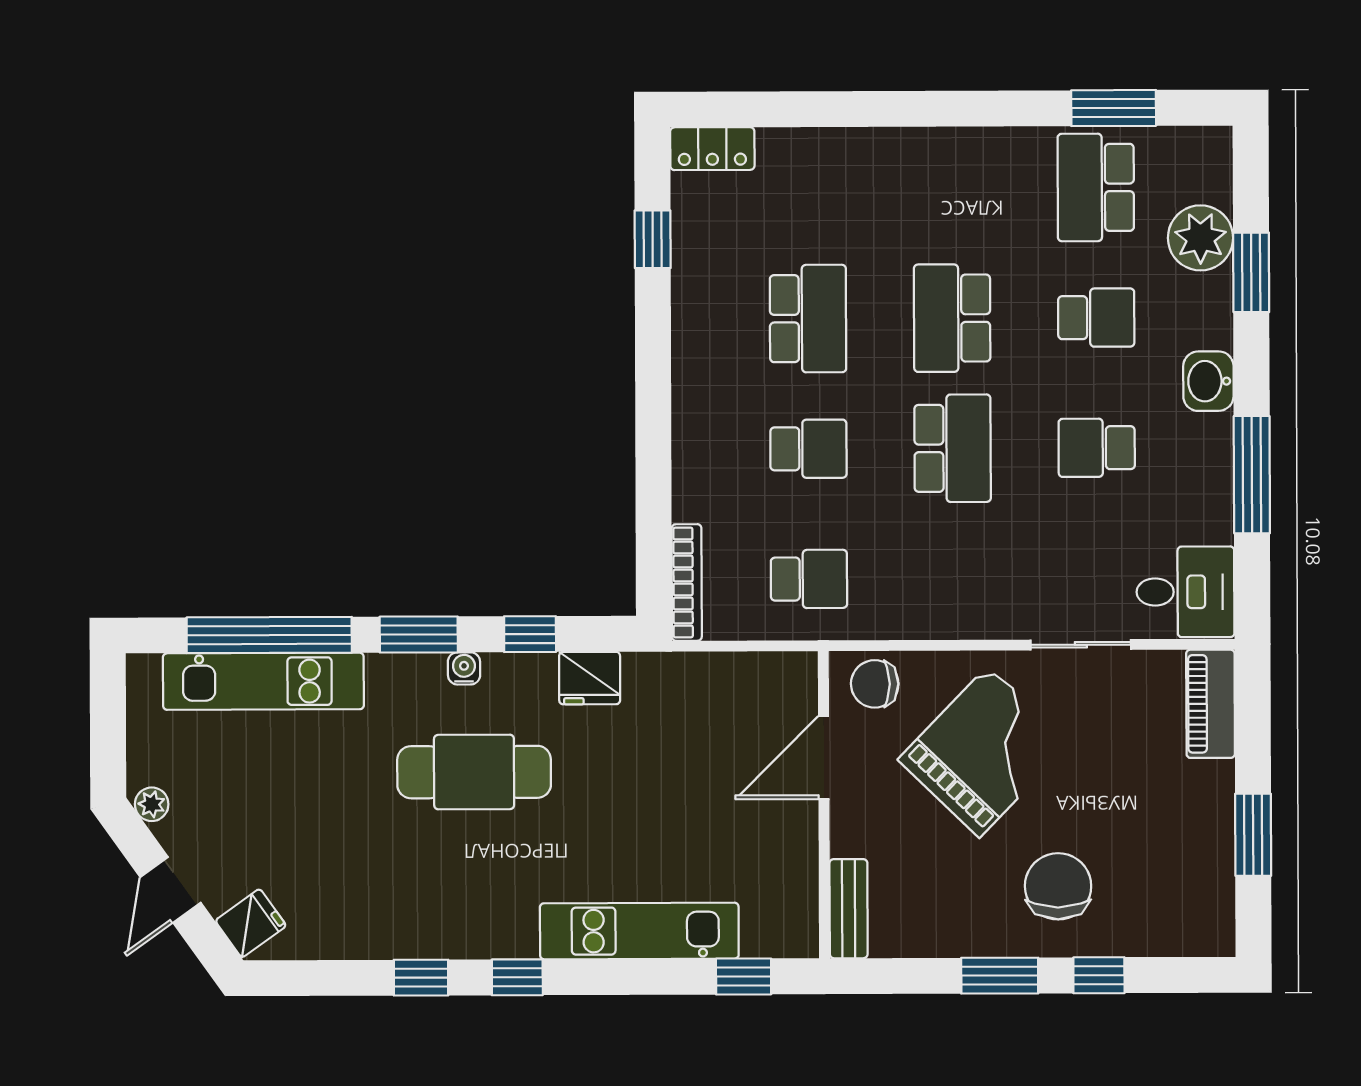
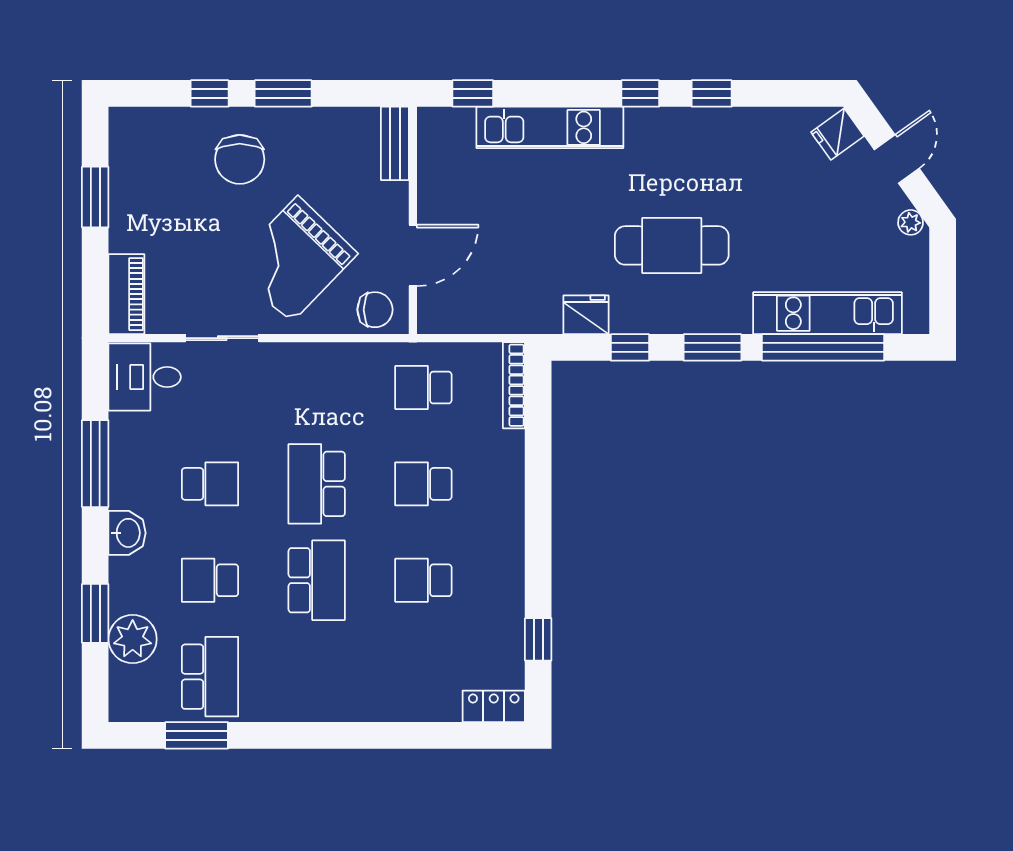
school desk: (808, 319) -> (423, 580), width x0.54
water cooler: (464, 668) -> (679, 322), removed

